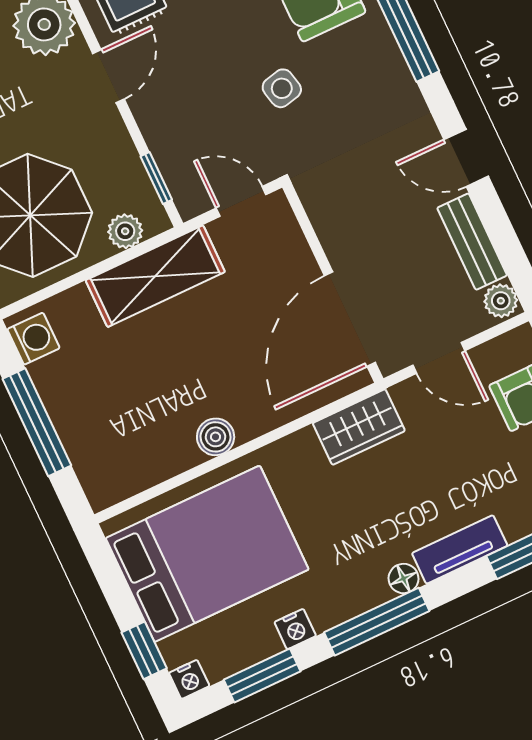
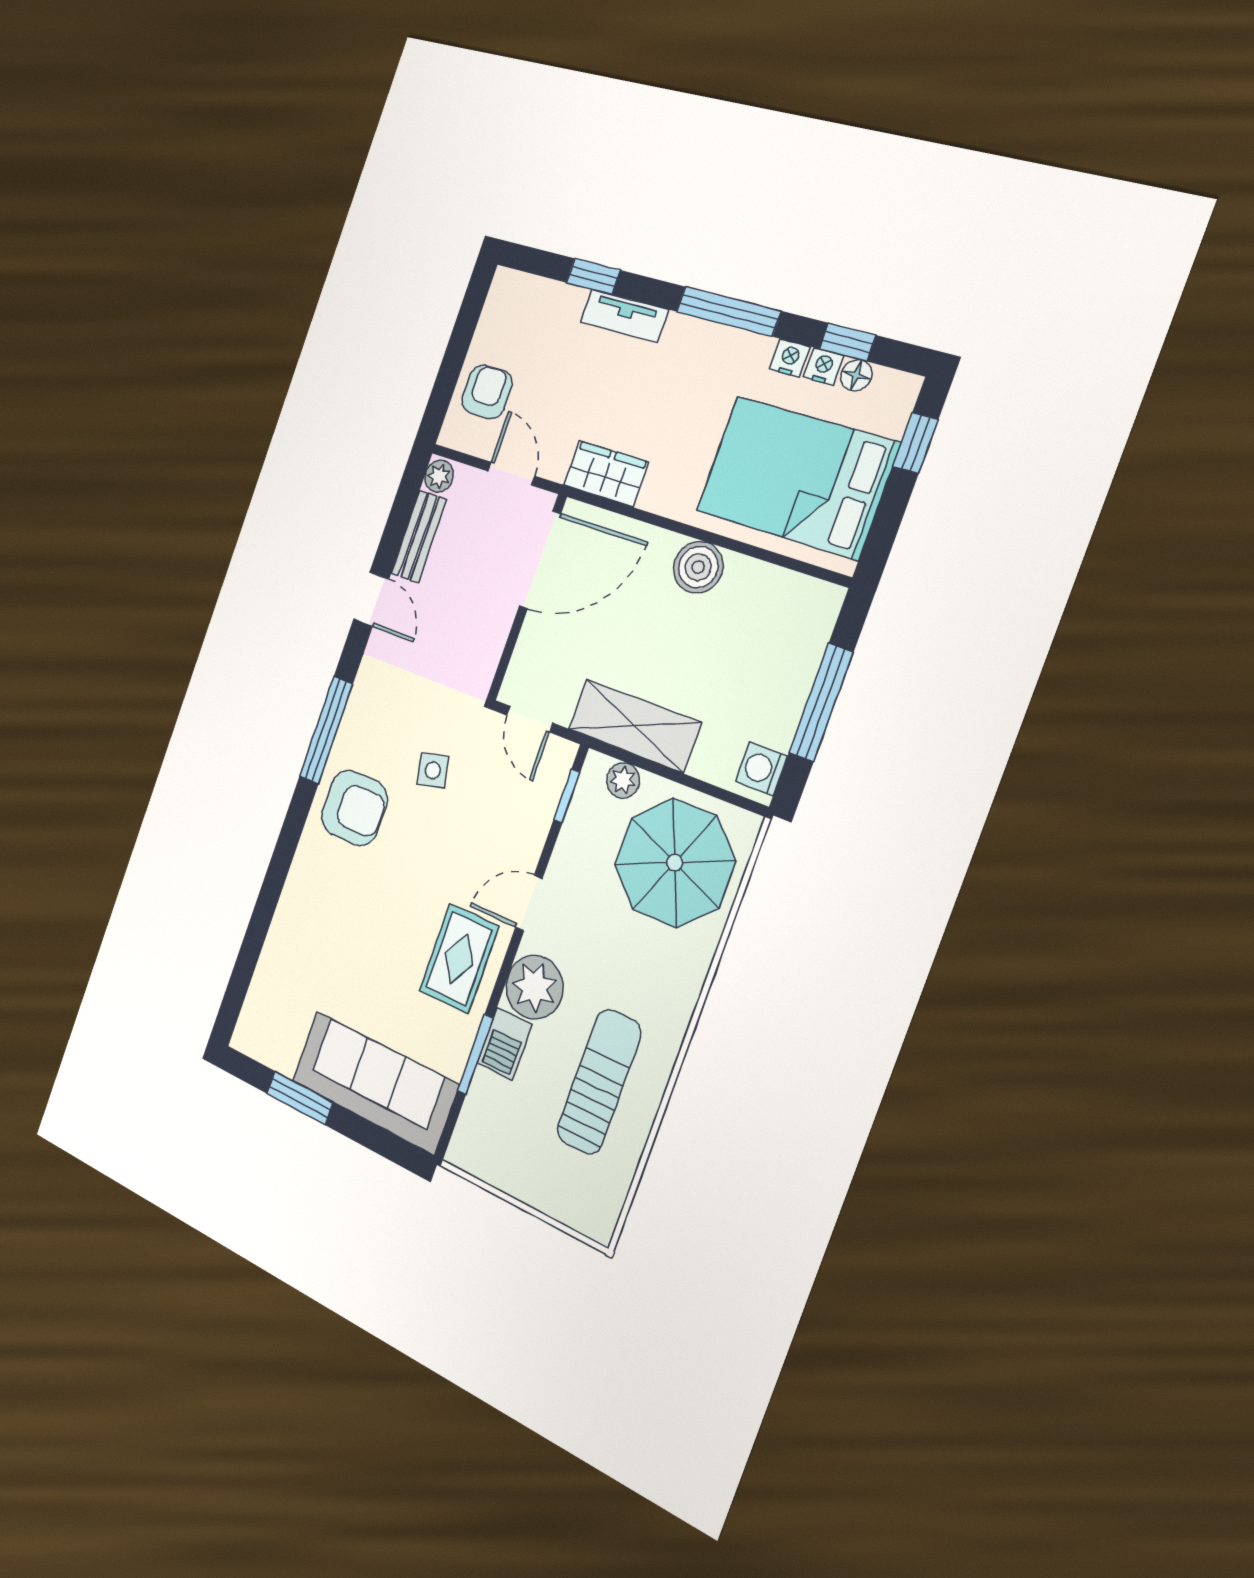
boiler: (216, 437) -> (698, 567), width x1.36, depth x1.36
floor lamp: (404, 579) -> (856, 375), moved
window: (262, 676) -> (847, 342), width x0.67
nightstand: (189, 679) -> (823, 366), moved

